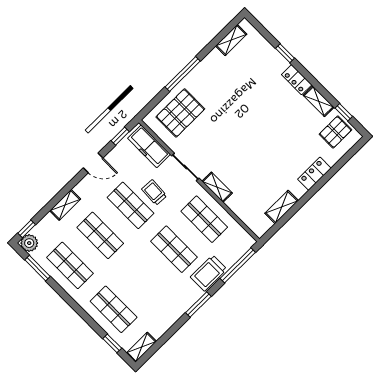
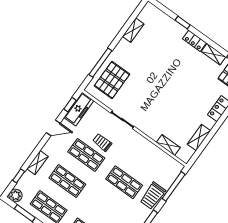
shelving: (231, 40) -> (133, 30), moved
window: (183, 74) -> (100, 63), moved
freezer: (149, 146) -> (79, 109), moved, turned -90
shelving: (217, 187) -> (168, 145), moved
shop shelf: (204, 219) -> (143, 156), removed
window: (27, 229) -> (19, 176), moved

